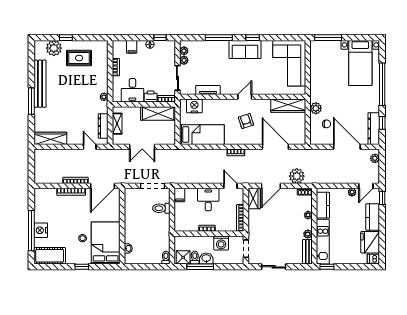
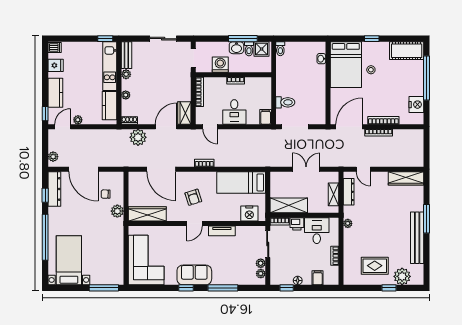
tv unit: (208, 90) -> (222, 231), moved
nightstand: (41, 230) -> (416, 105), moved
fridge: (370, 242) -> (56, 65), width x0.53, depth x0.75

